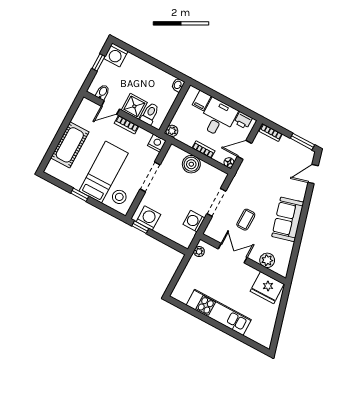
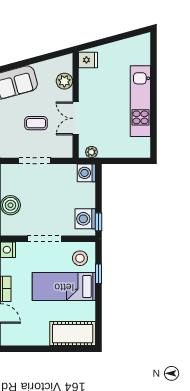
cot: (70, 145) -> (73, 334), moved
window: (80, 195) -> (98, 274), moved
washing machine: (194, 221) -> (86, 173), moved, turned 90
fridge: (267, 288) -> (88, 60), width x0.53, depth x0.75

